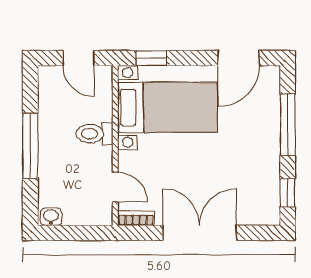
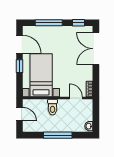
door: (78, 58) -> (20, 114), hinge flipped
window: (151, 58) -> (20, 66), moved
door: (115, 187) -> (76, 98), hinge flipped
double door: (200, 233) -> (96, 49), moved

